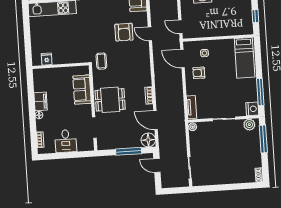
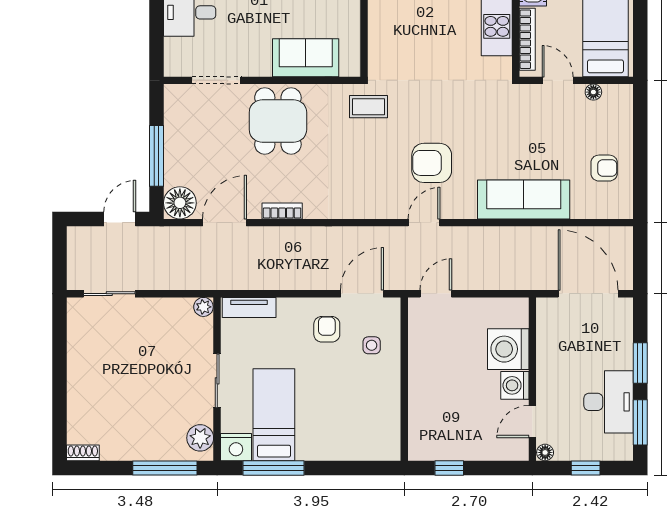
bed: (245, 58) -> (274, 415), moved, turned 90

